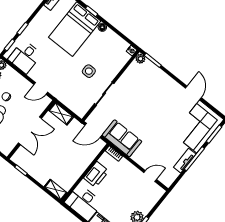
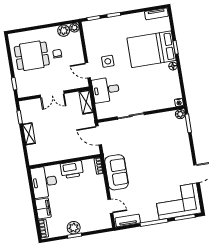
desk: (25, 57) -> (106, 90), moved
side table: (89, 71) -> (108, 61), moved
double door: (30, 131) -> (52, 94), width x0.73
sofa: (122, 138) -> (117, 172), moved
tv unit: (185, 161) -> (128, 220), moved
shelving: (56, 190) -> (29, 134), moved

